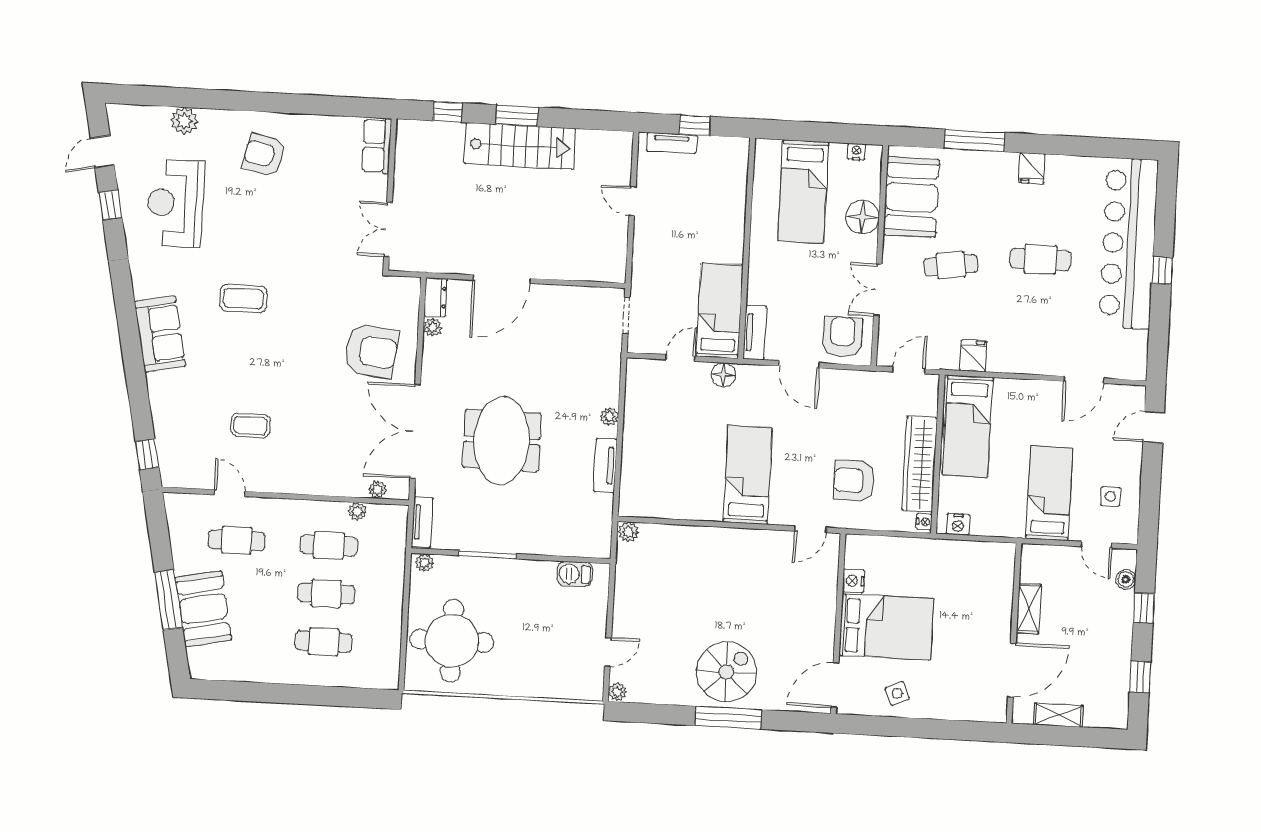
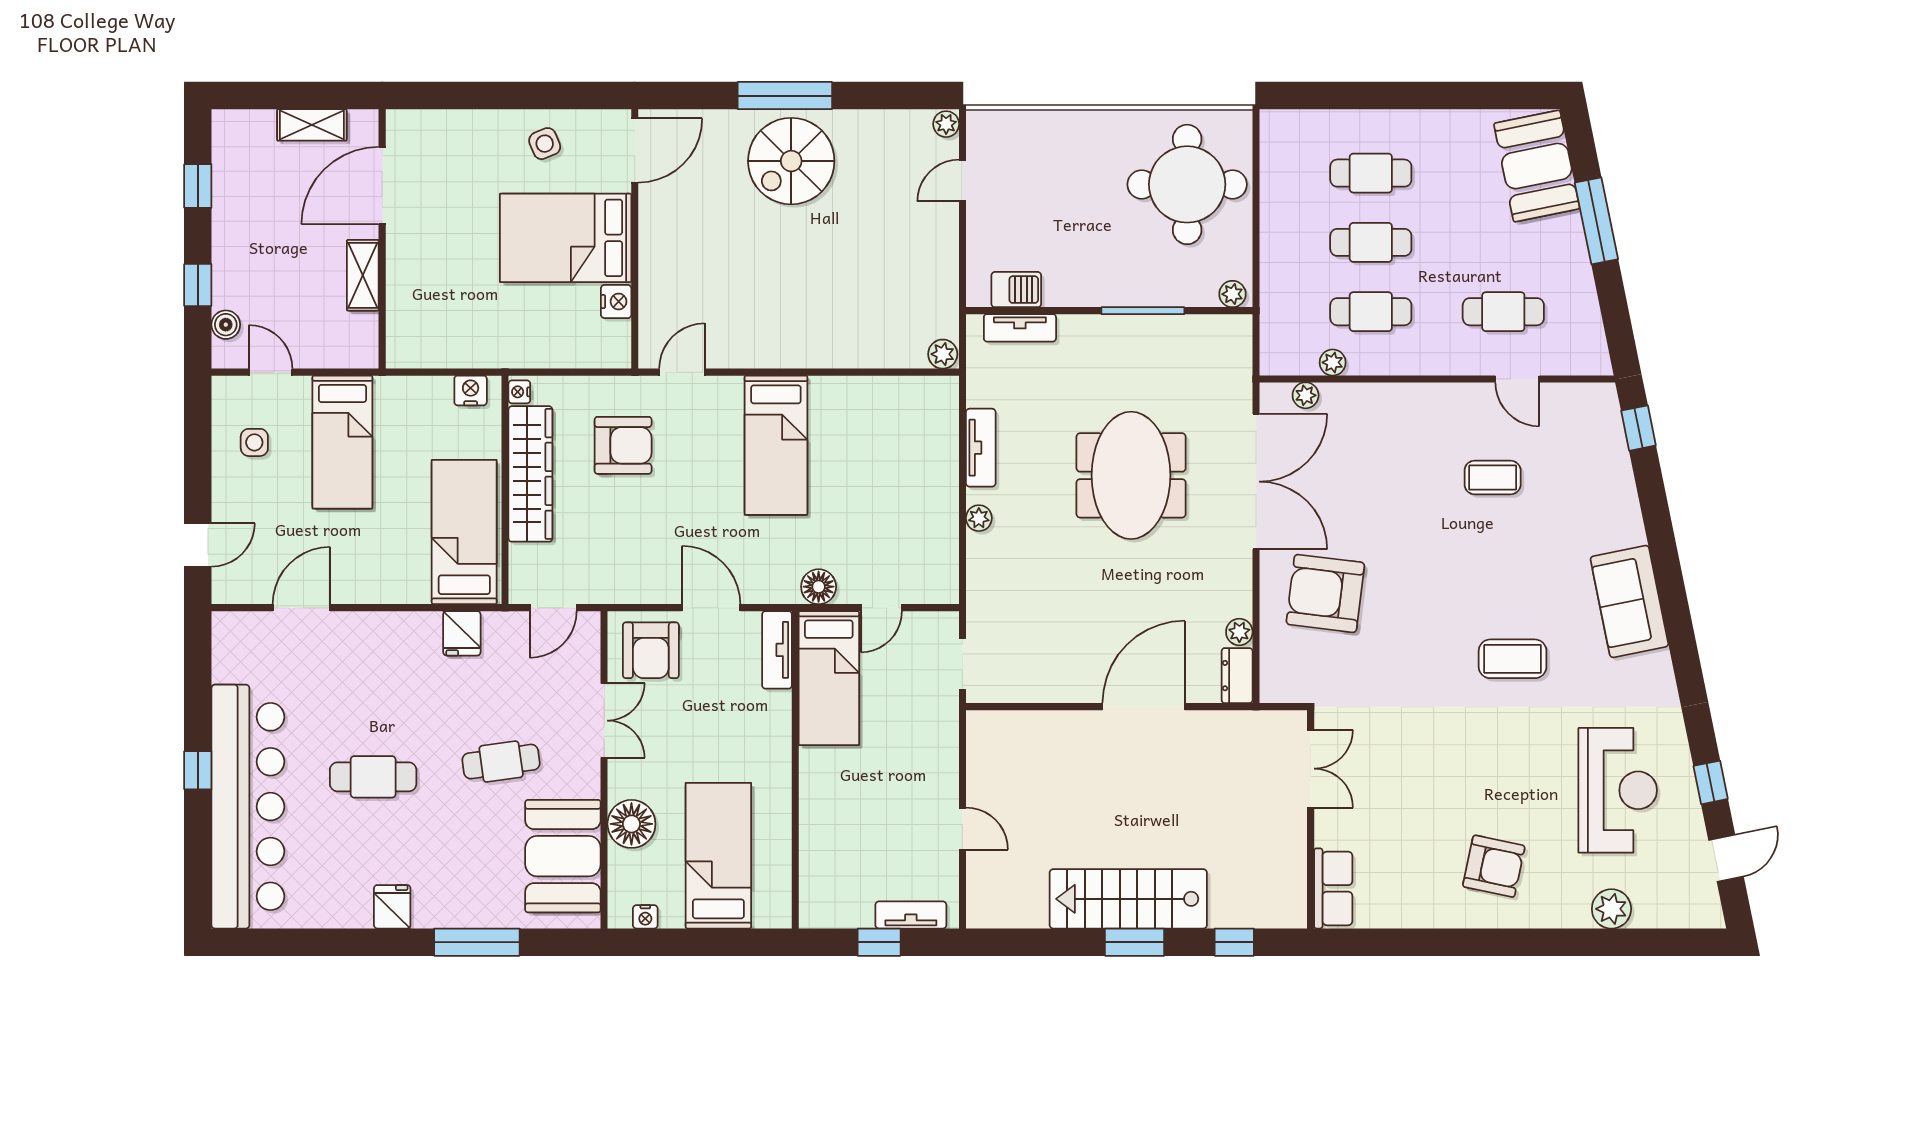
tv unit: (422, 522) -> (1020, 328), moved, turned -90
booth: (203, 609) -> (1537, 166), moved

